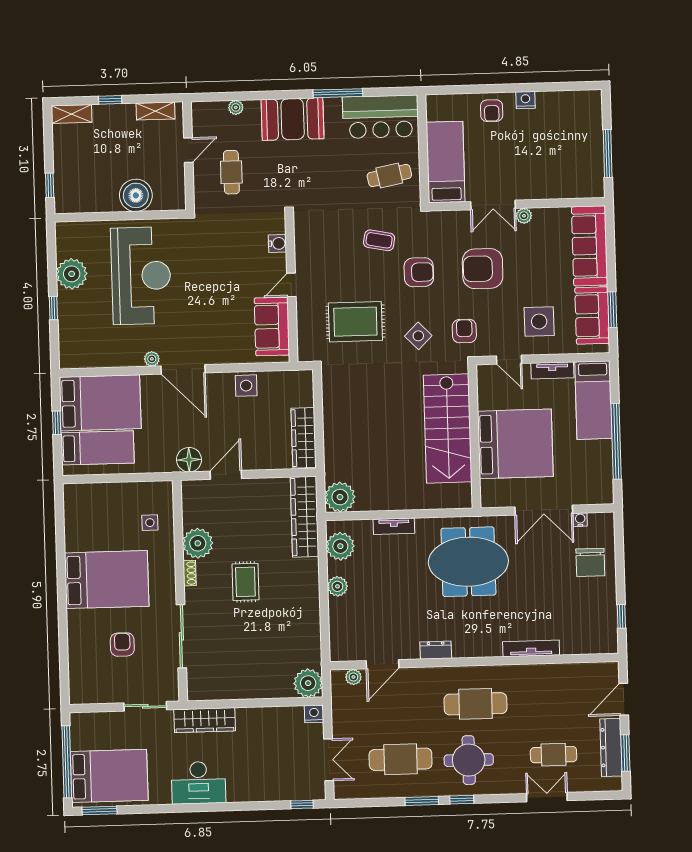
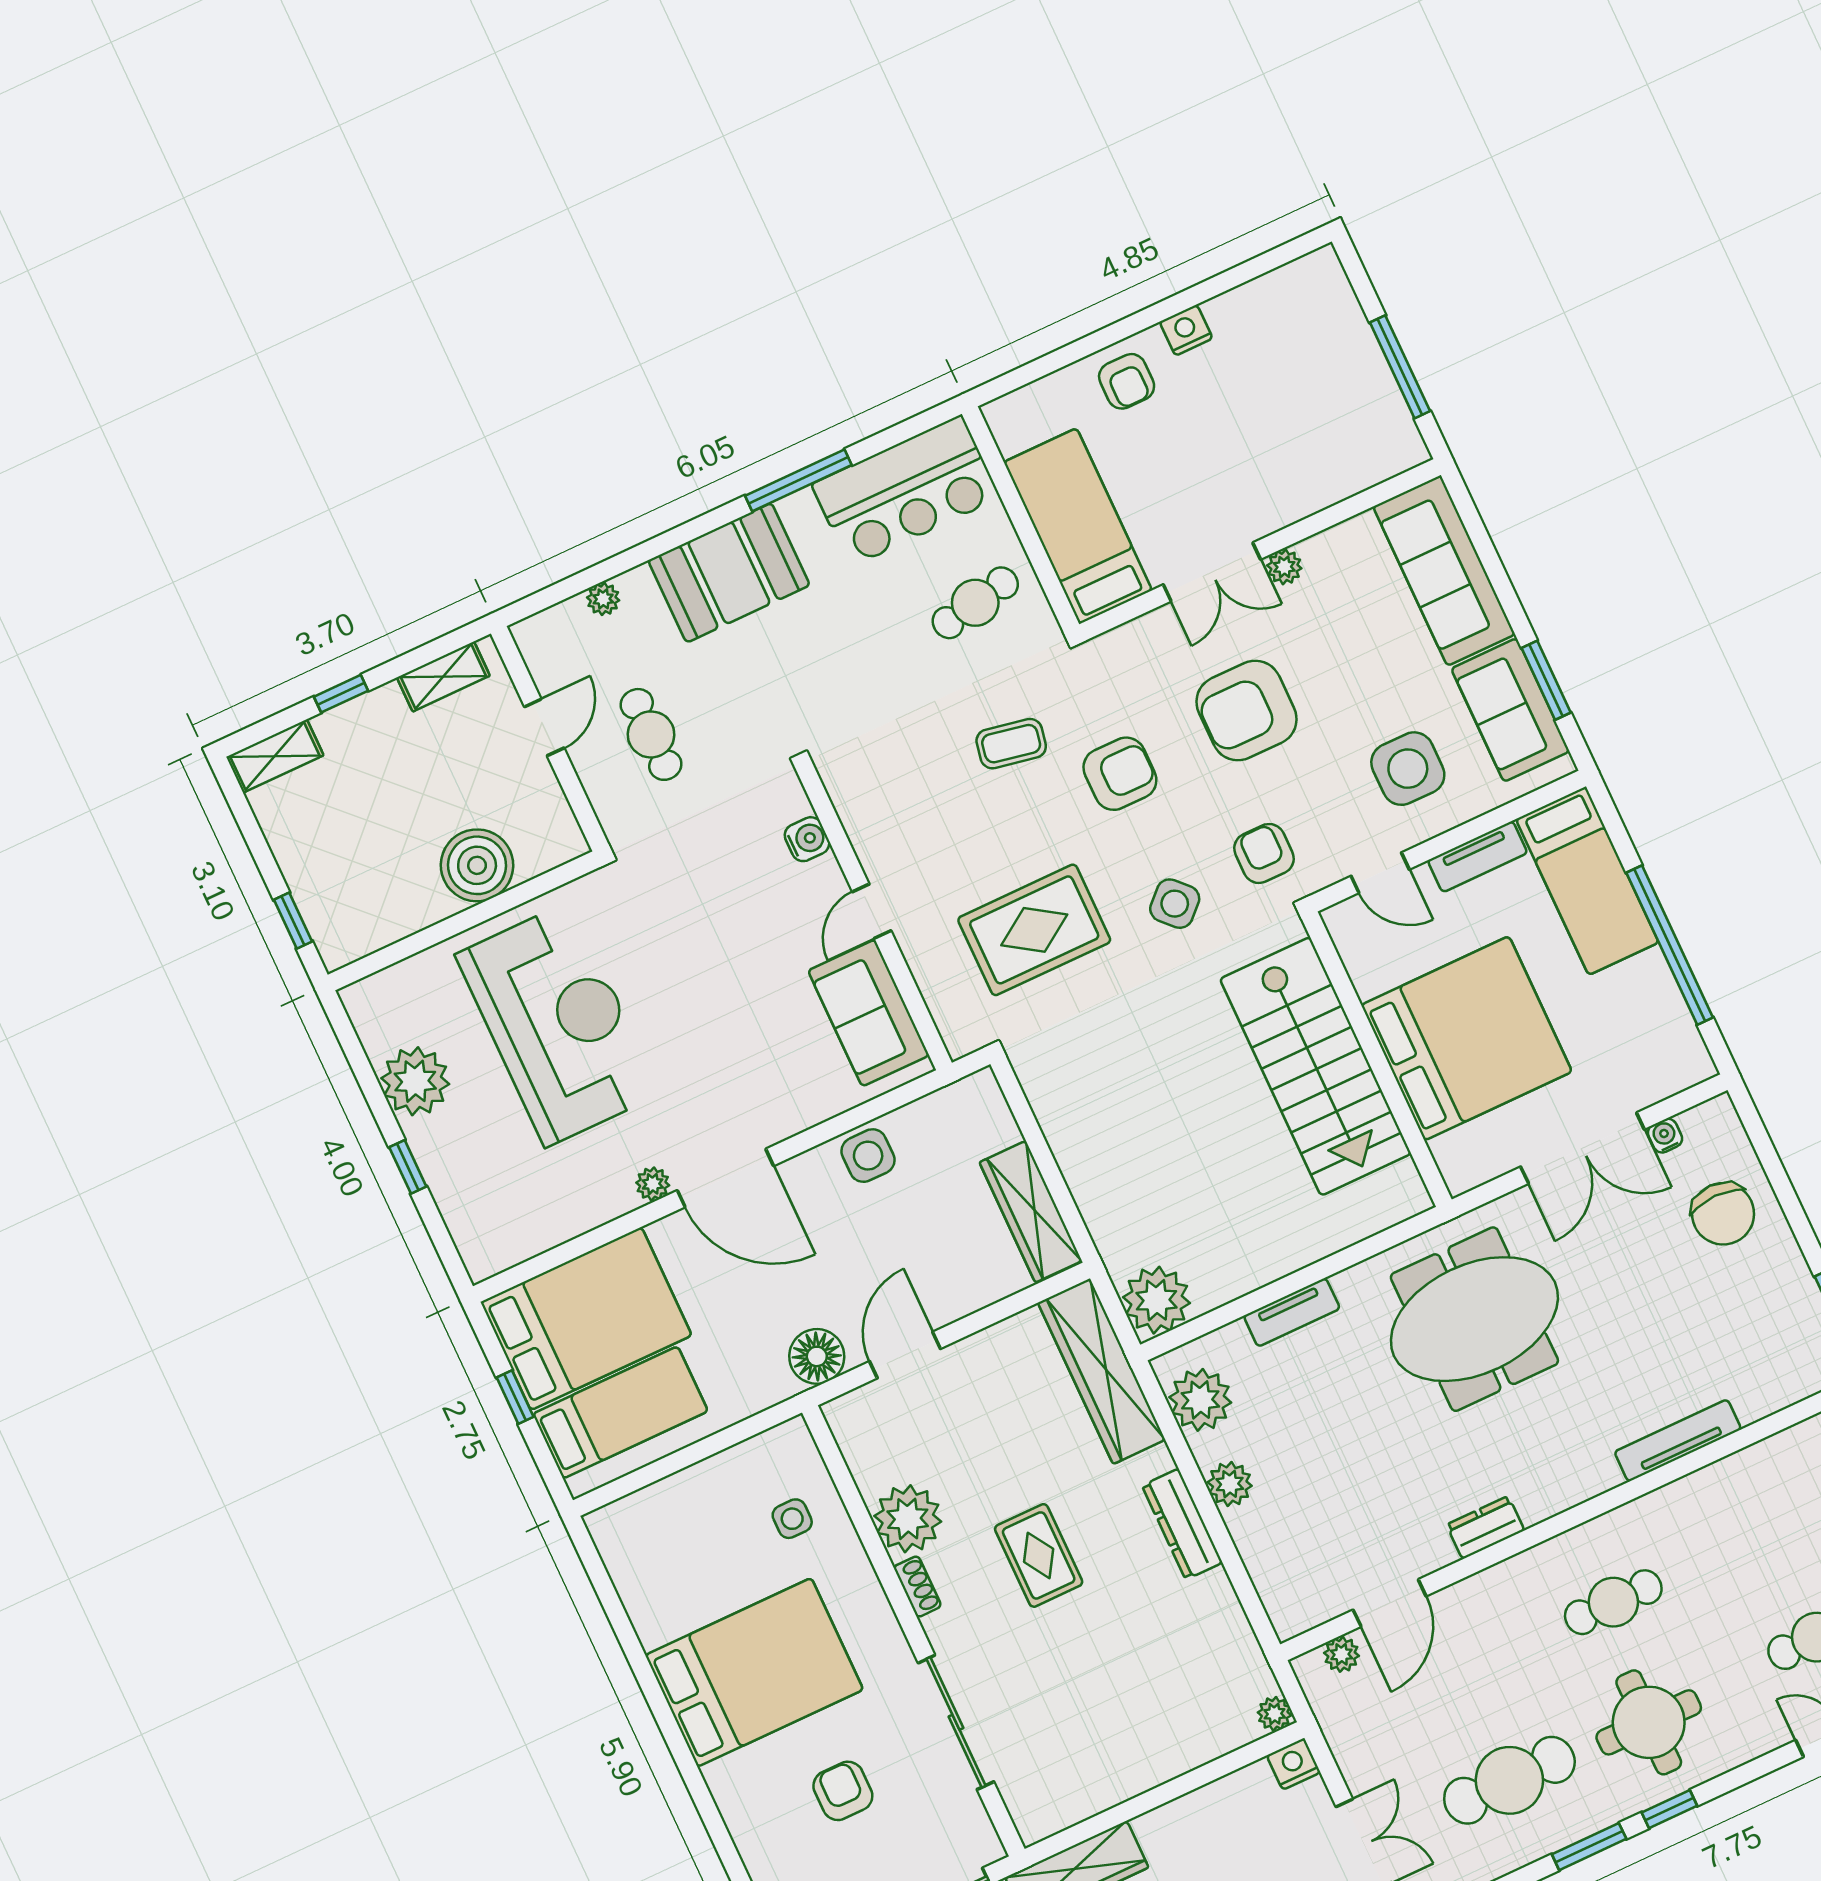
dresser: (311, 594) -> (1182, 1524), added
plant: (308, 683) -> (1275, 1714), width x0.53, depth x0.53
cafe table: (475, 704) -> (1613, 1602), width x0.73, depth x0.74

